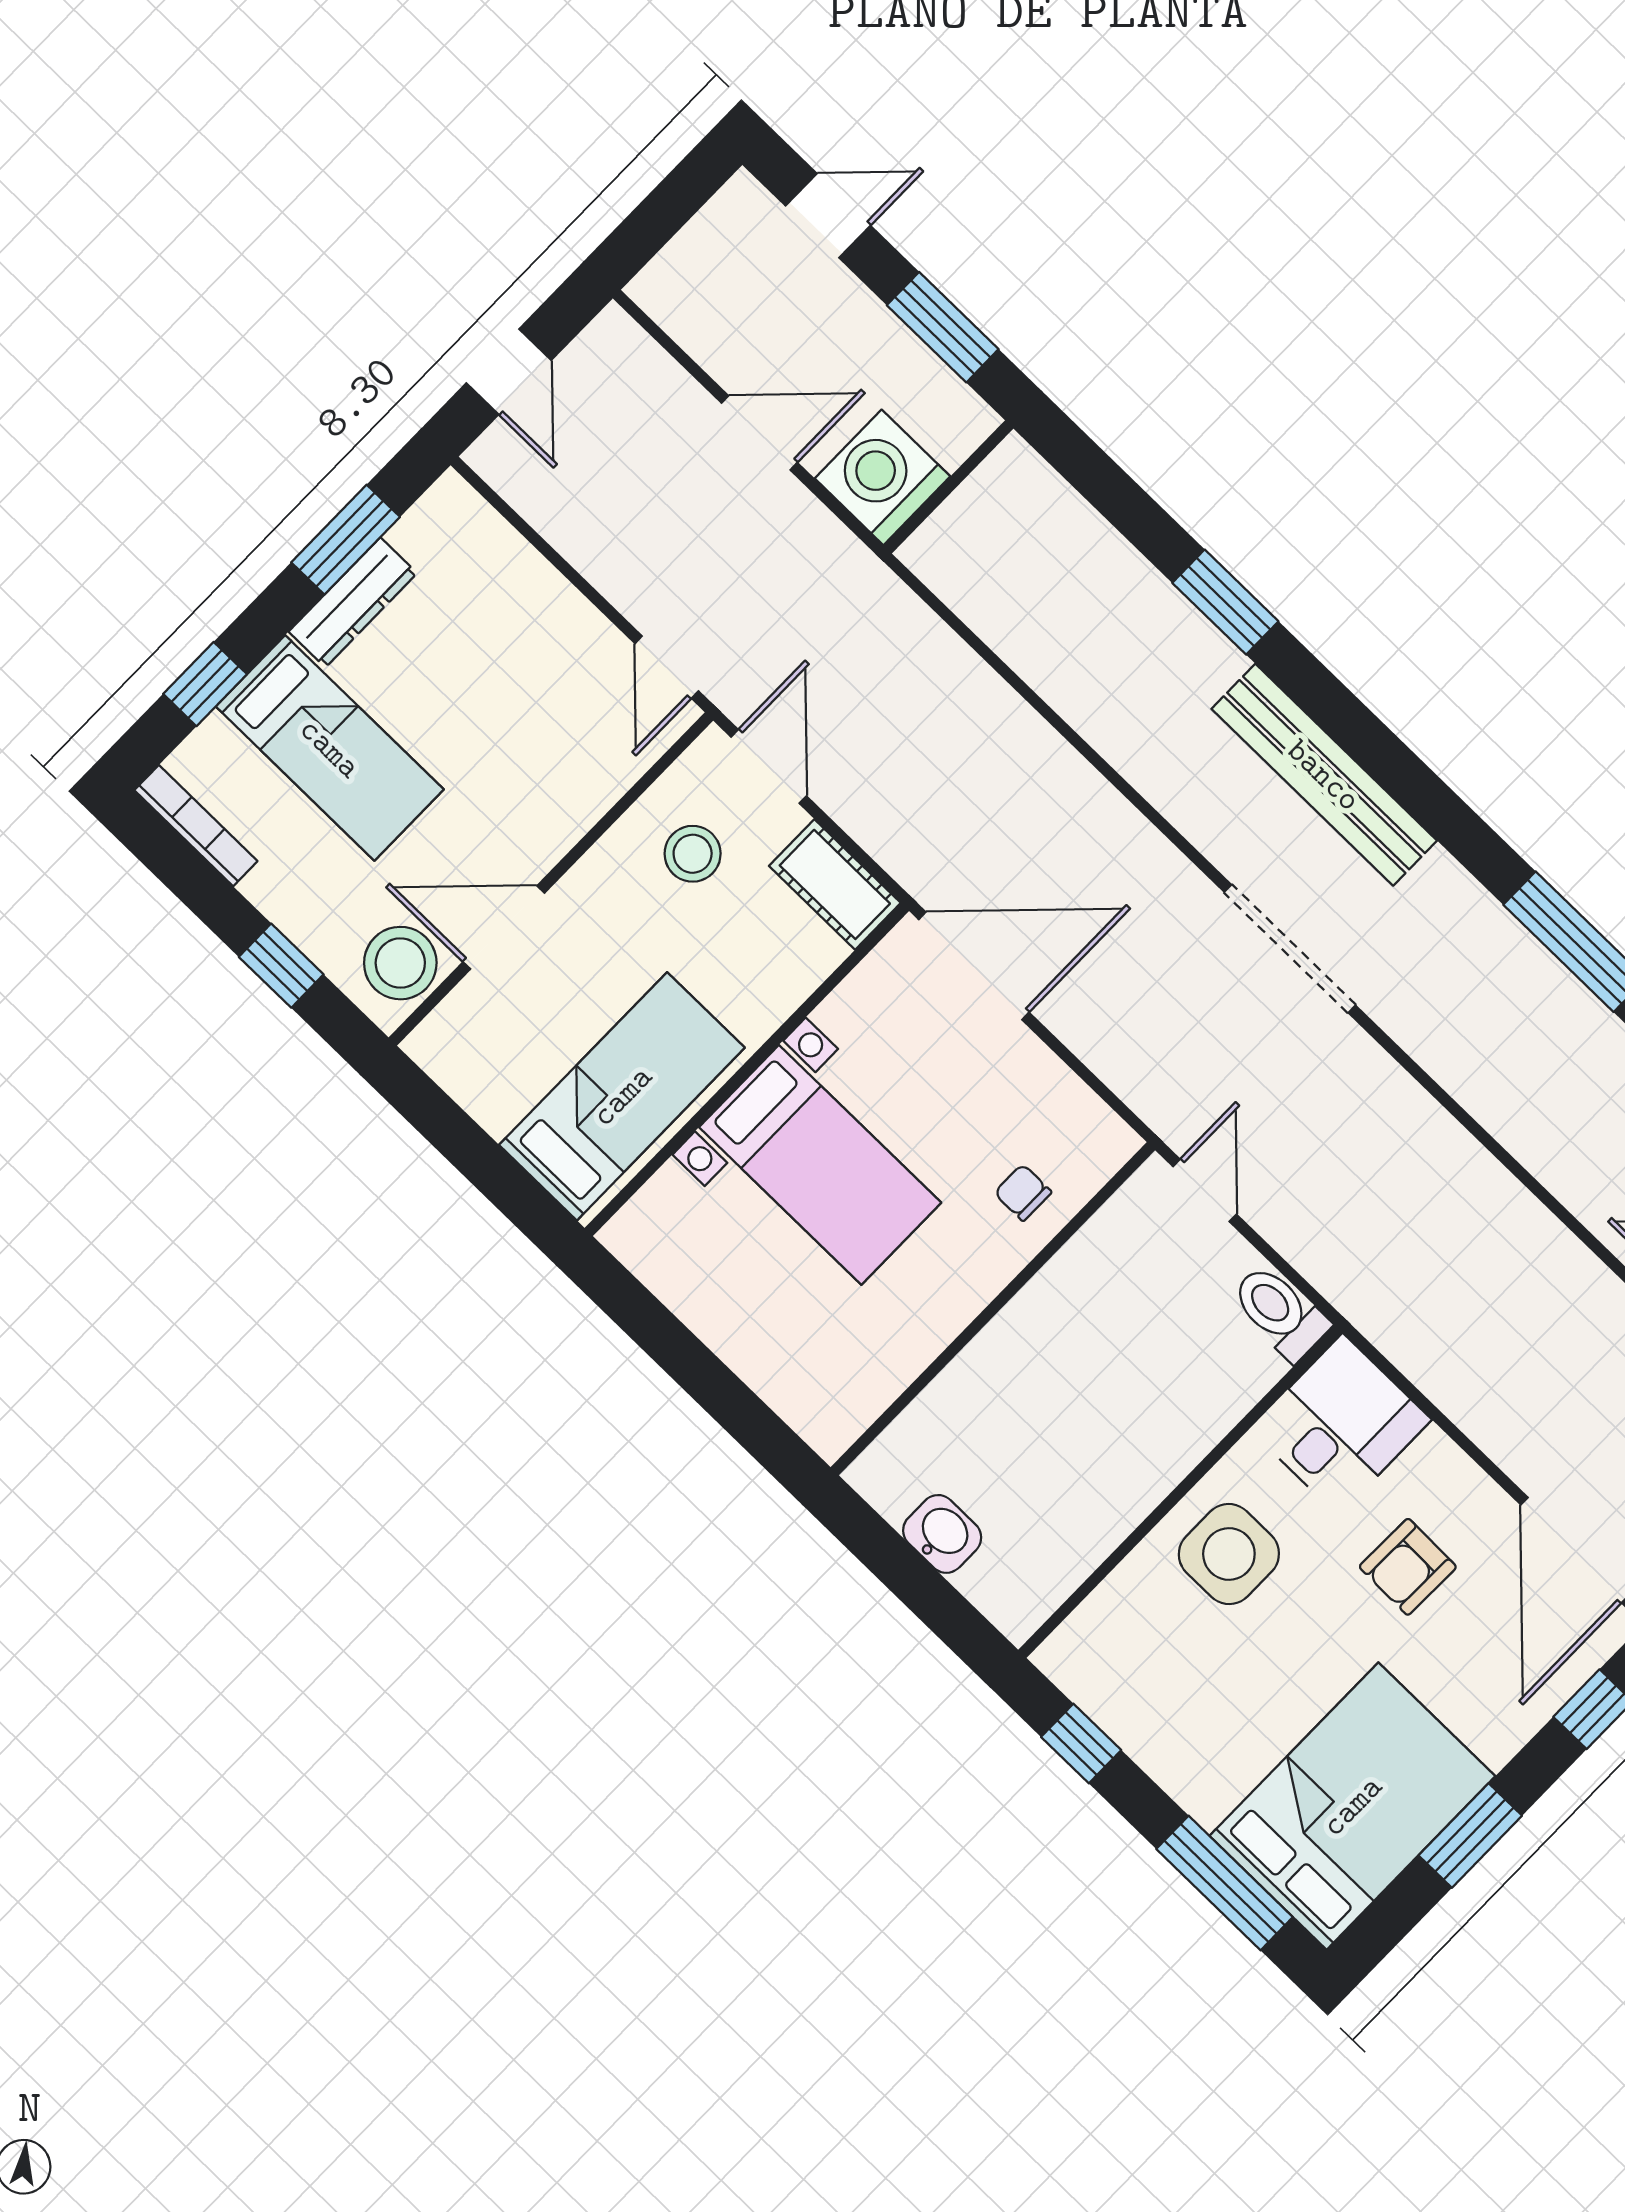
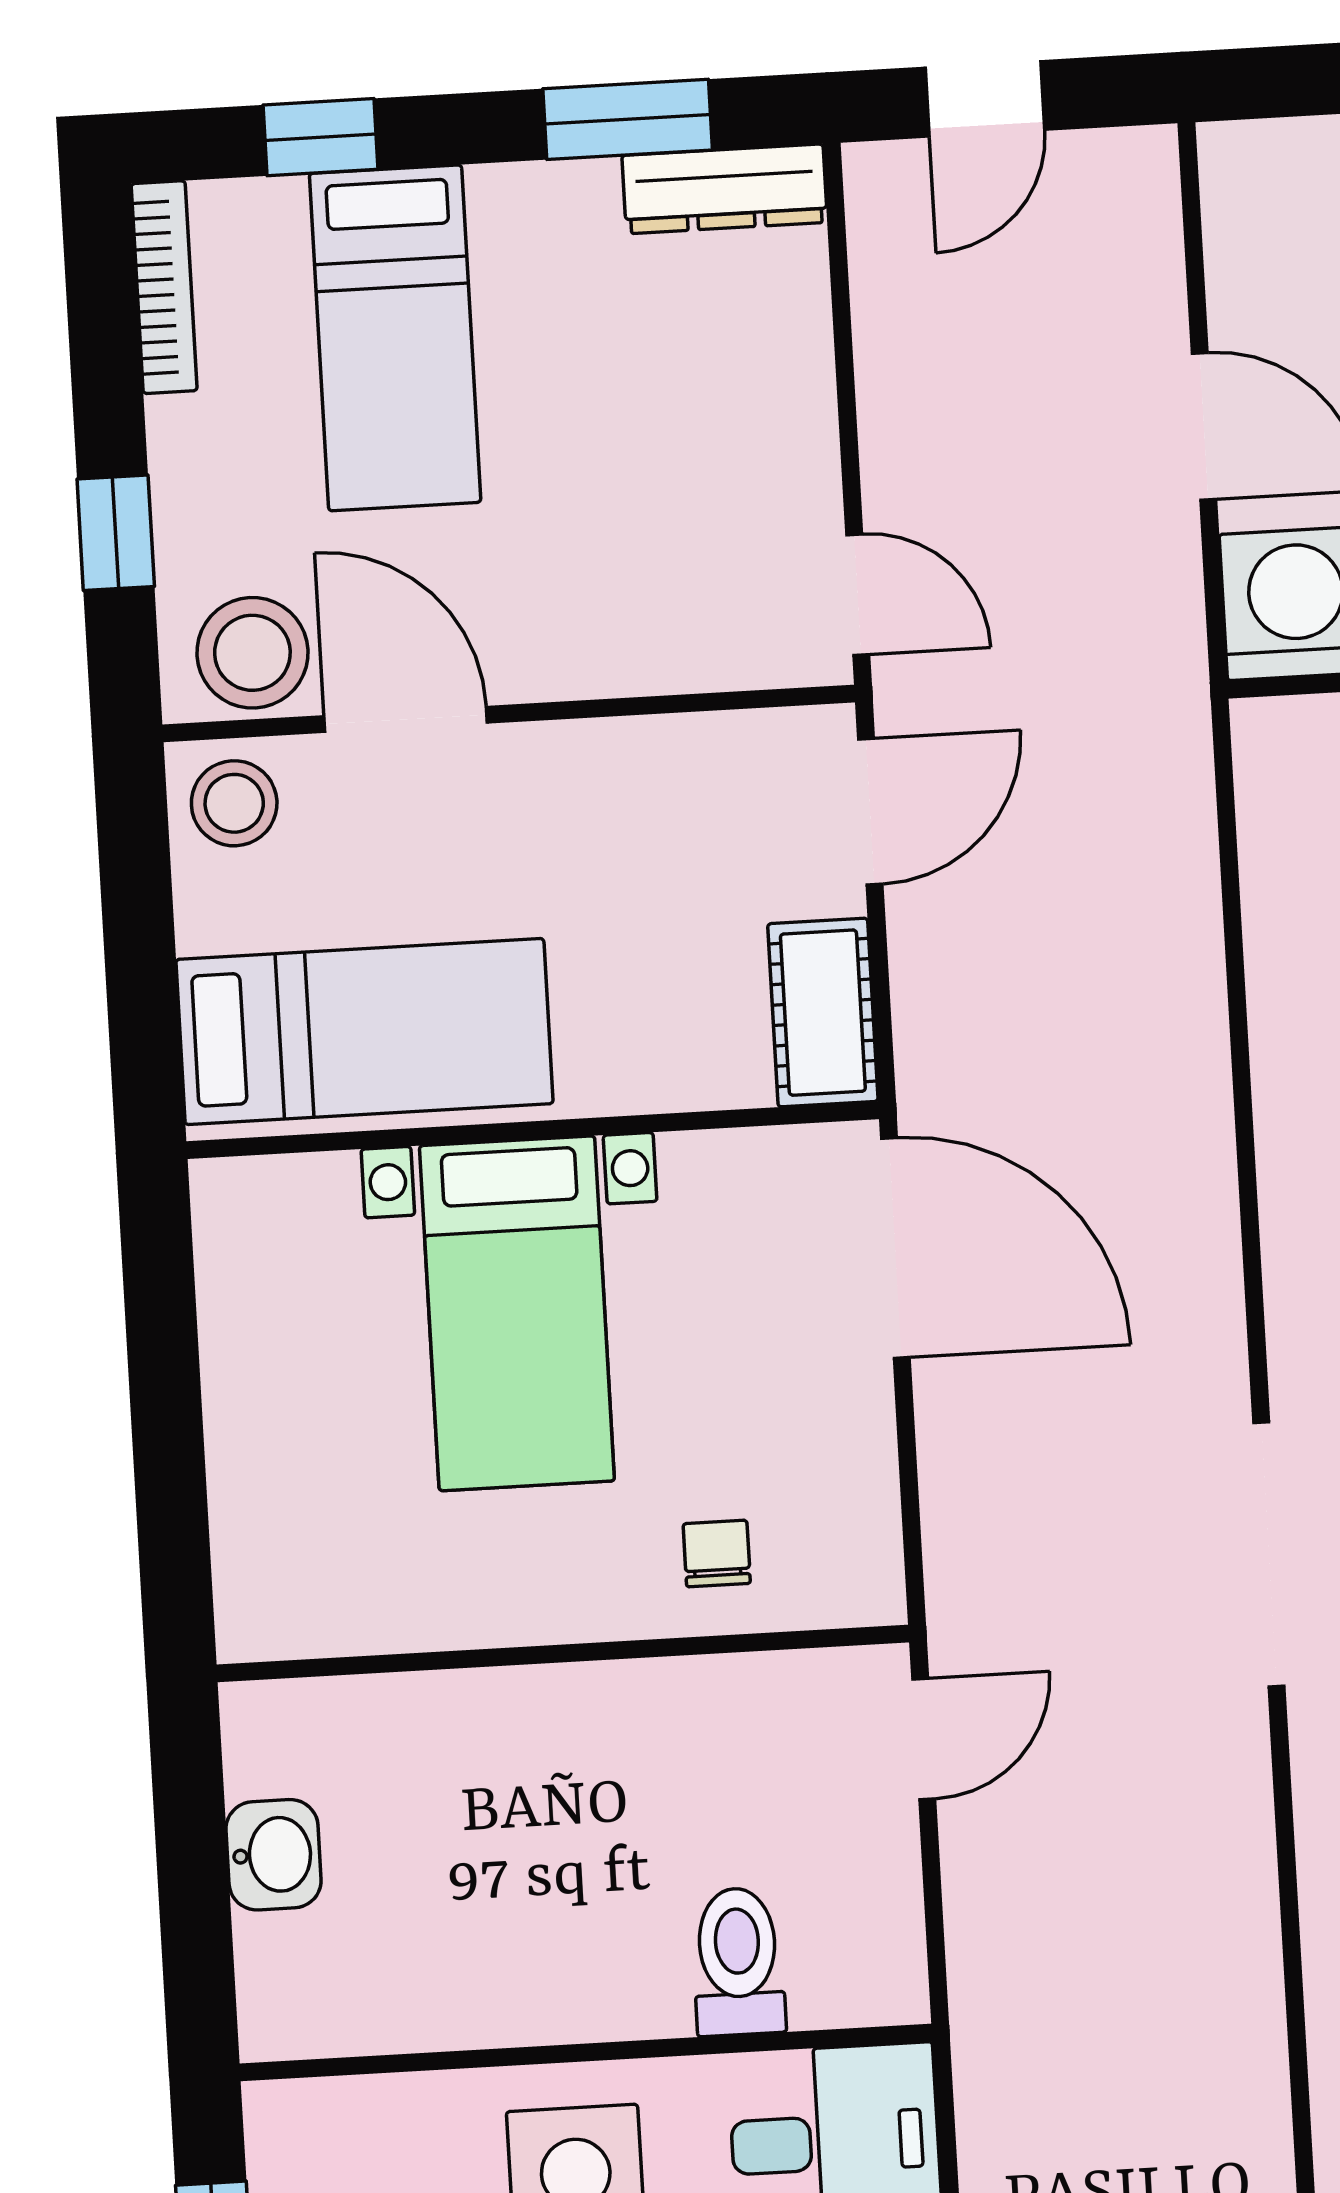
dresser: (353, 602) -> (725, 189), moved
door: (667, 667) -> (858, 595), swing flipped
stool: (693, 854) -> (234, 803), moved
toilet: (1280, 1312) -> (738, 1962), moved

